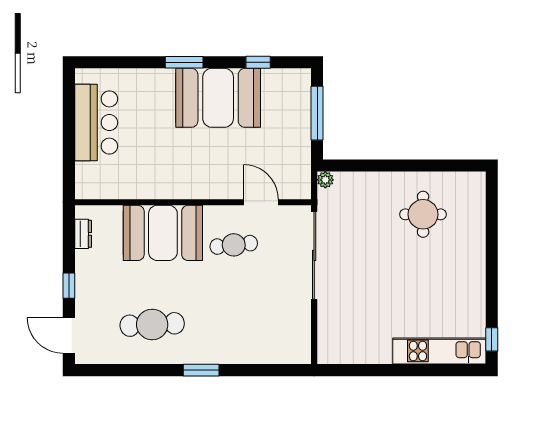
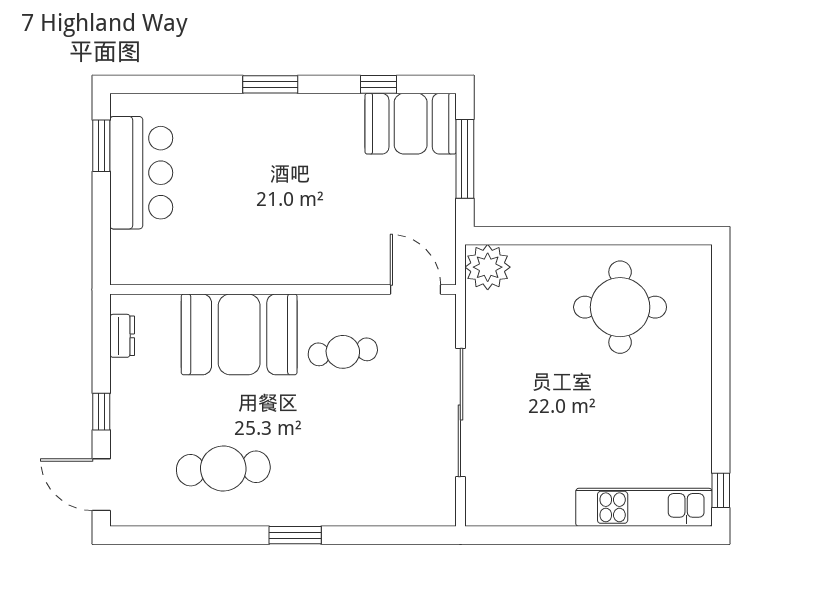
booth: (218, 98) -> (411, 124), moved, width x0.73, depth x0.70
window: (69, 104) -> (101, 146), added
plant: (325, 180) -> (488, 267), width x1.88, depth x1.88
door: (261, 202) -> (415, 289), moved
round table: (423, 214) -> (620, 307), width x1.36, depth x1.36
sliding door: (314, 255) -> (460, 413), moved

